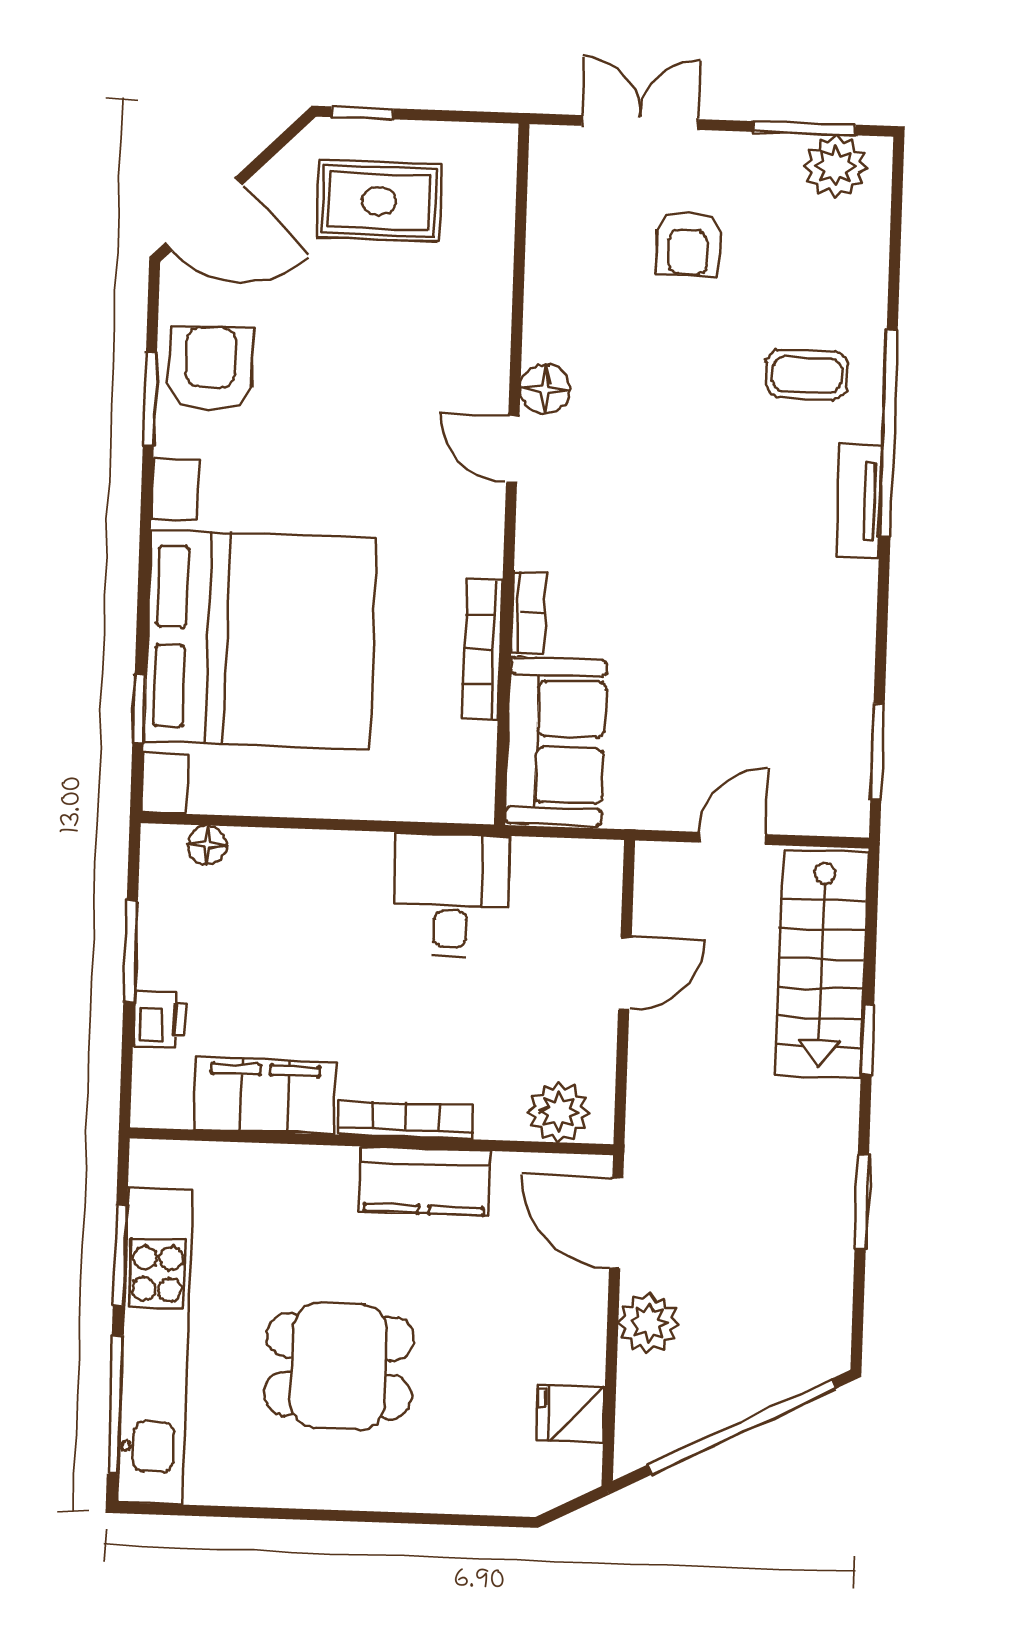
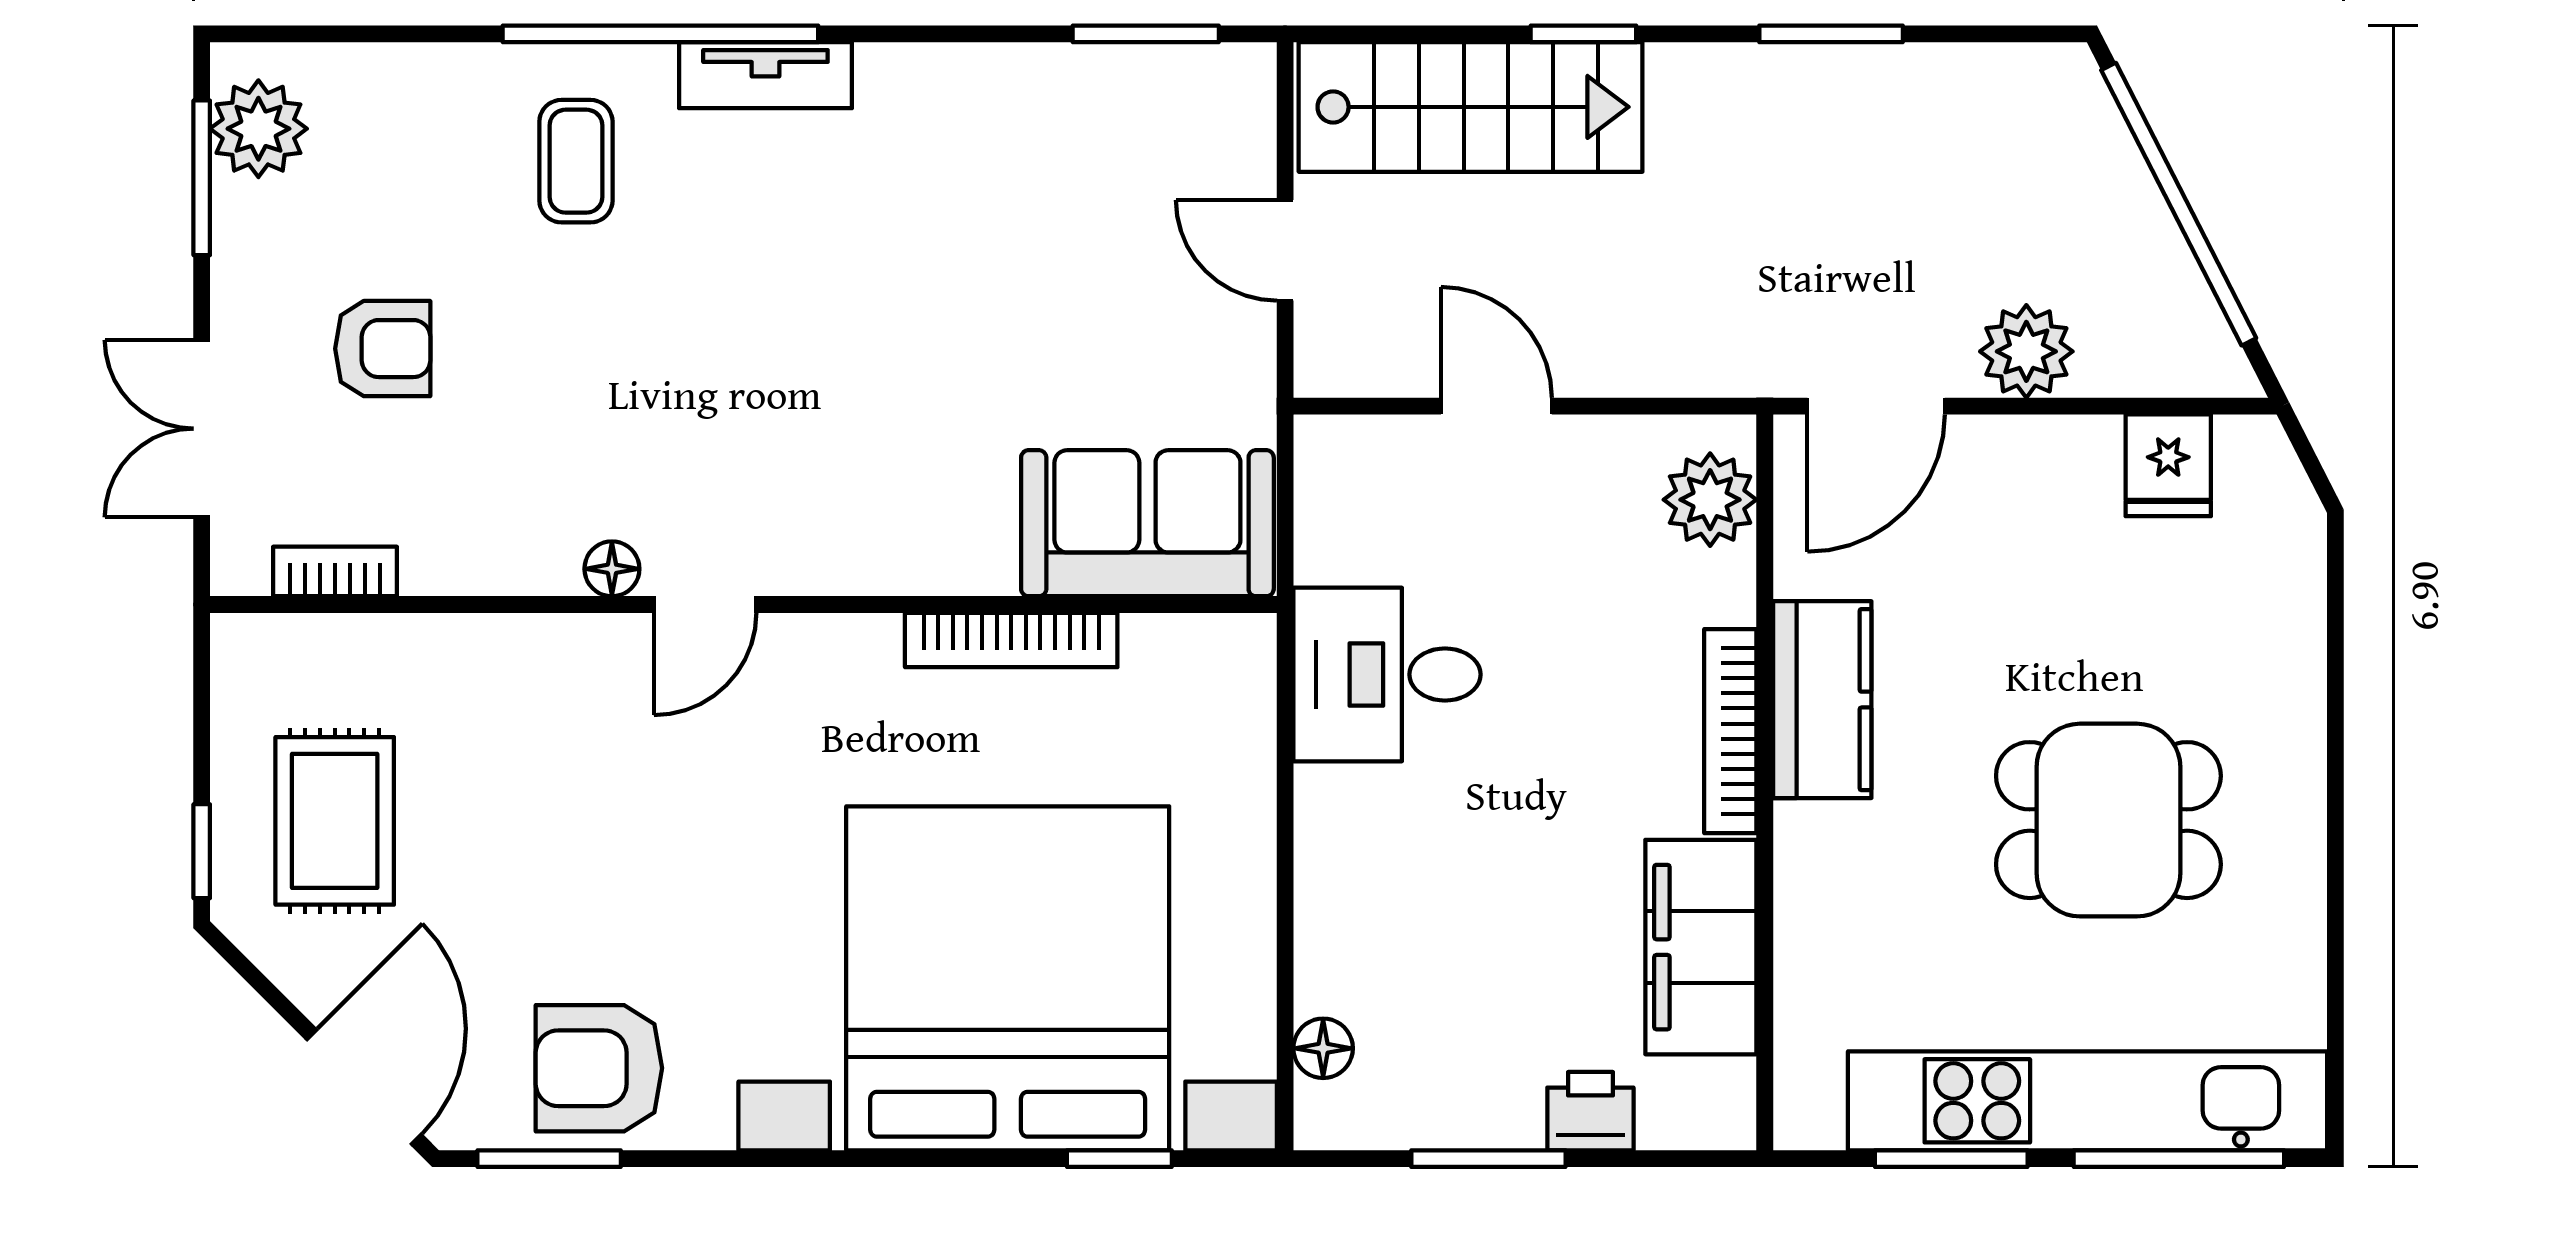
floor lamp: (545, 389) -> (612, 569), width x0.73, depth x0.73
window: (150, 399) -> (549, 1159), moved
bookcase: (529, 613) -> (335, 571), moved
dining table: (339, 1366) -> (2108, 820), turned 90

